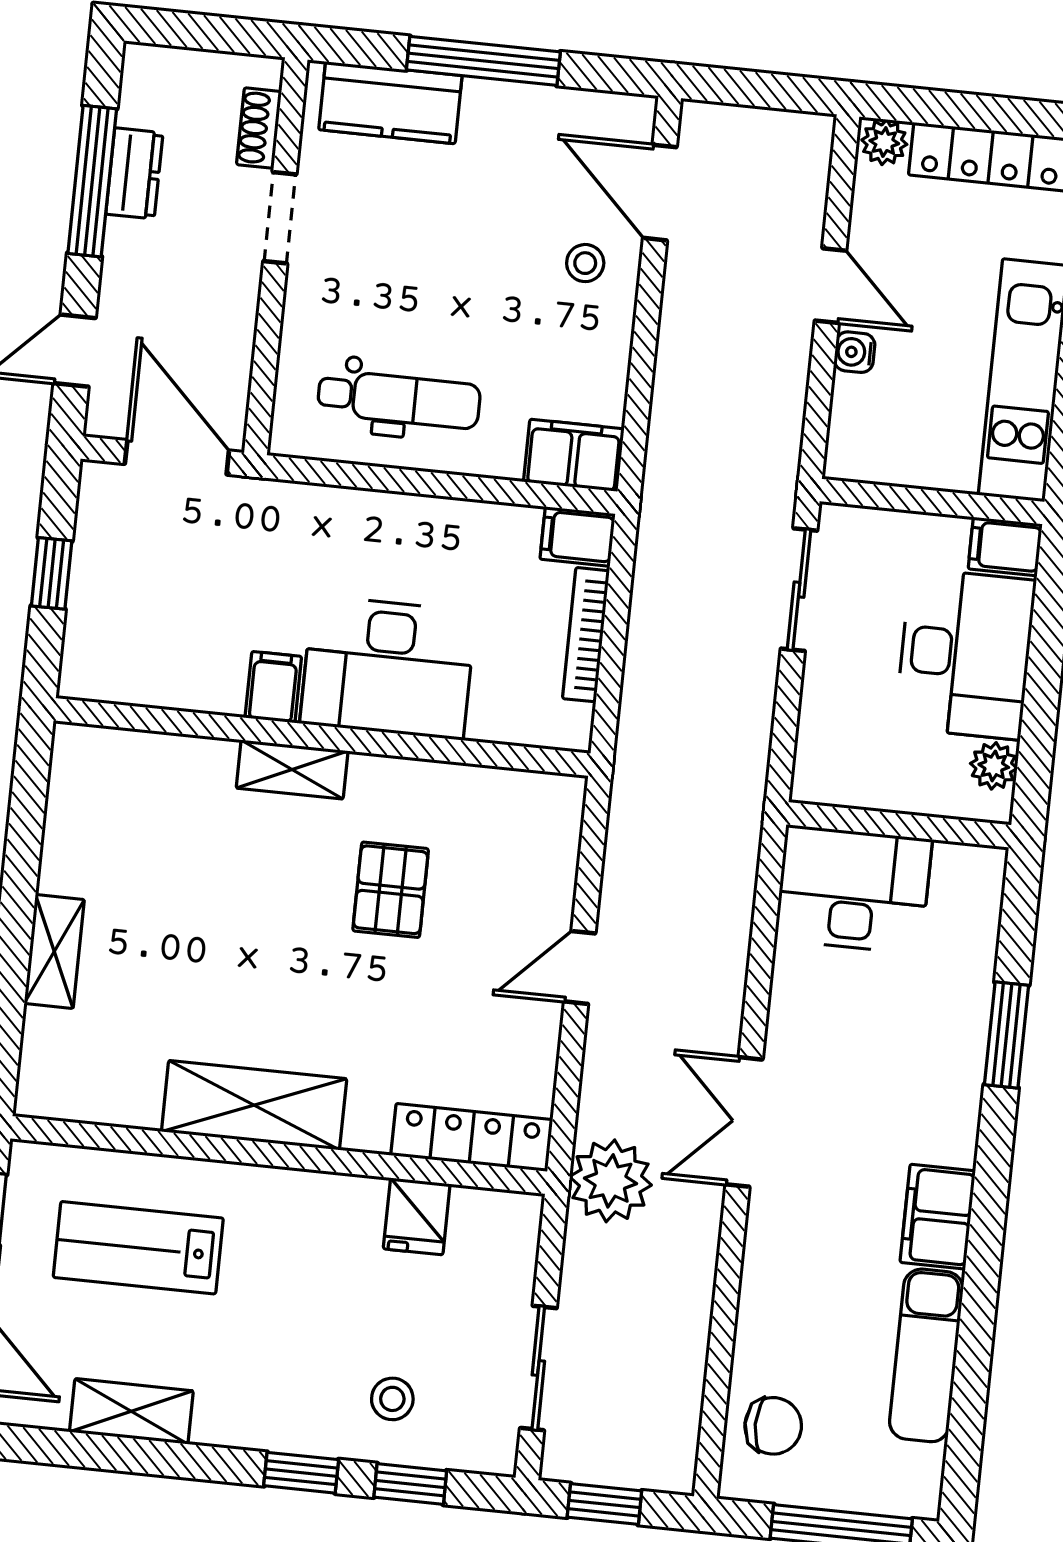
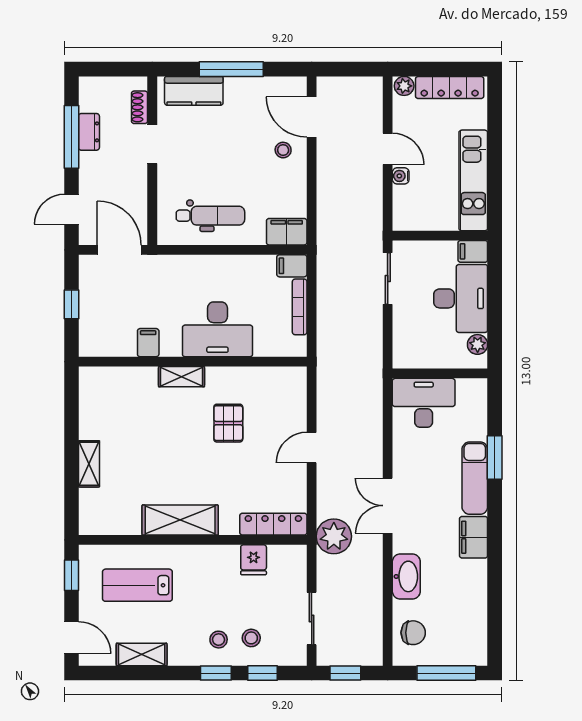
filing cabinet: (273, 687) -> (148, 343), moved
washbasin: (771, 1292) -> (406, 576), added
exam couch: (926, 1355) -> (475, 478), moved
stool: (315, 1395) -> (219, 640), added

